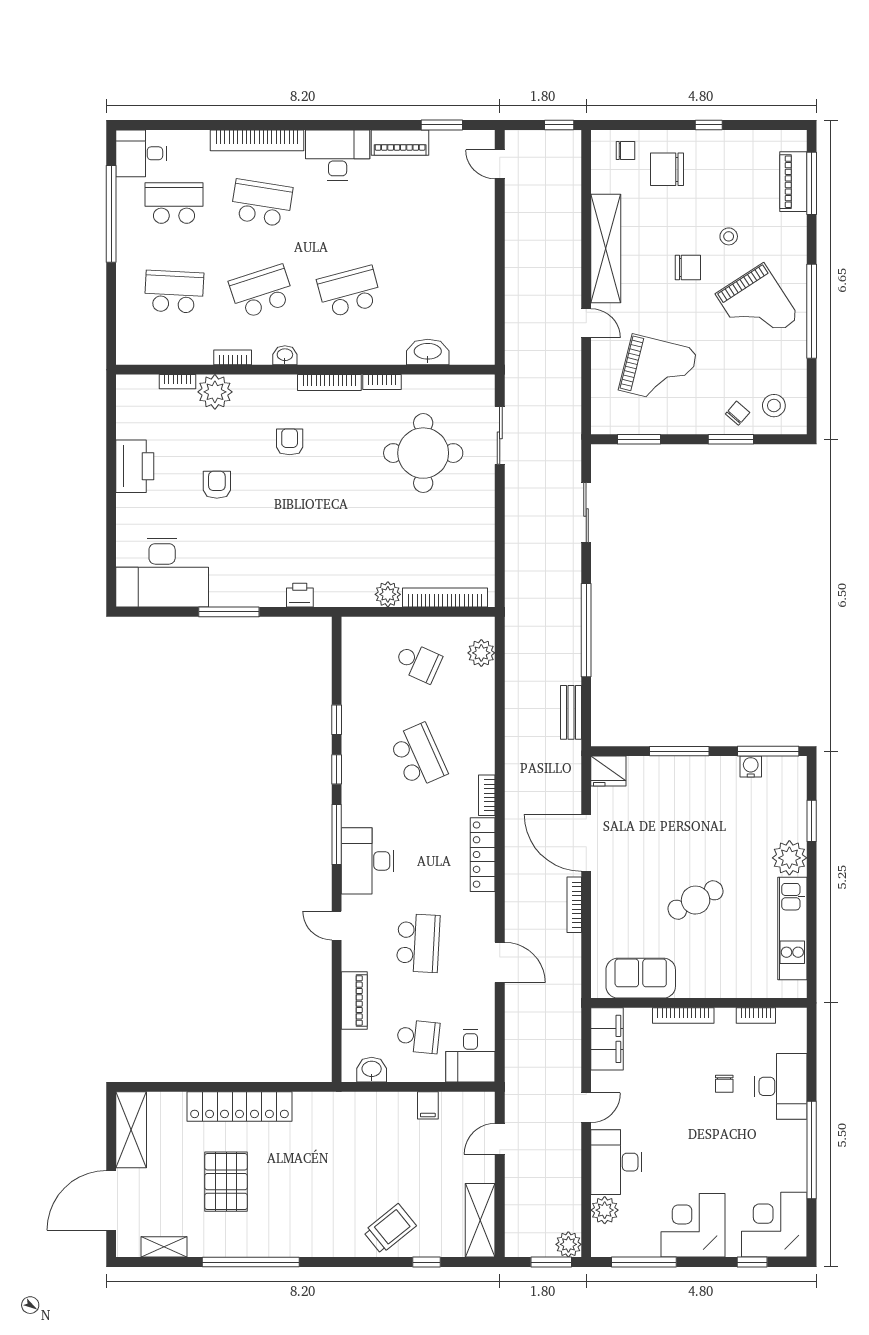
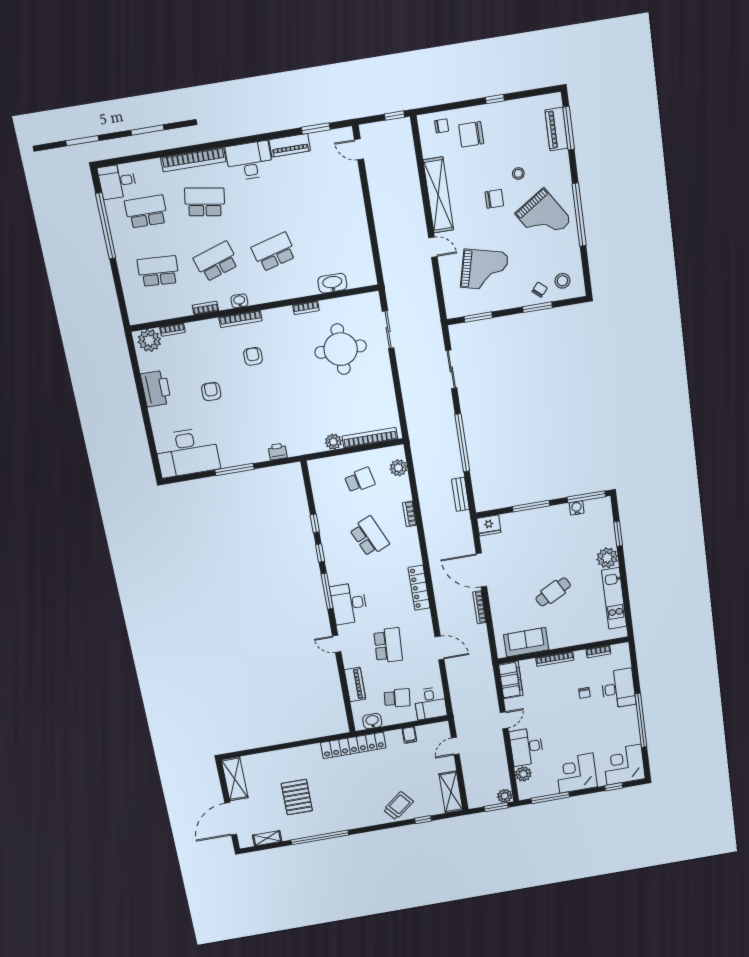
bookcase: (329, 383) -> (240, 319), moved
plant: (215, 392) -> (149, 340), moved
school desk: (418, 662) -> (360, 480), turned -36
bookcase: (487, 795) -> (410, 514), moved
locker: (239, 1107) -> (353, 745), moved

